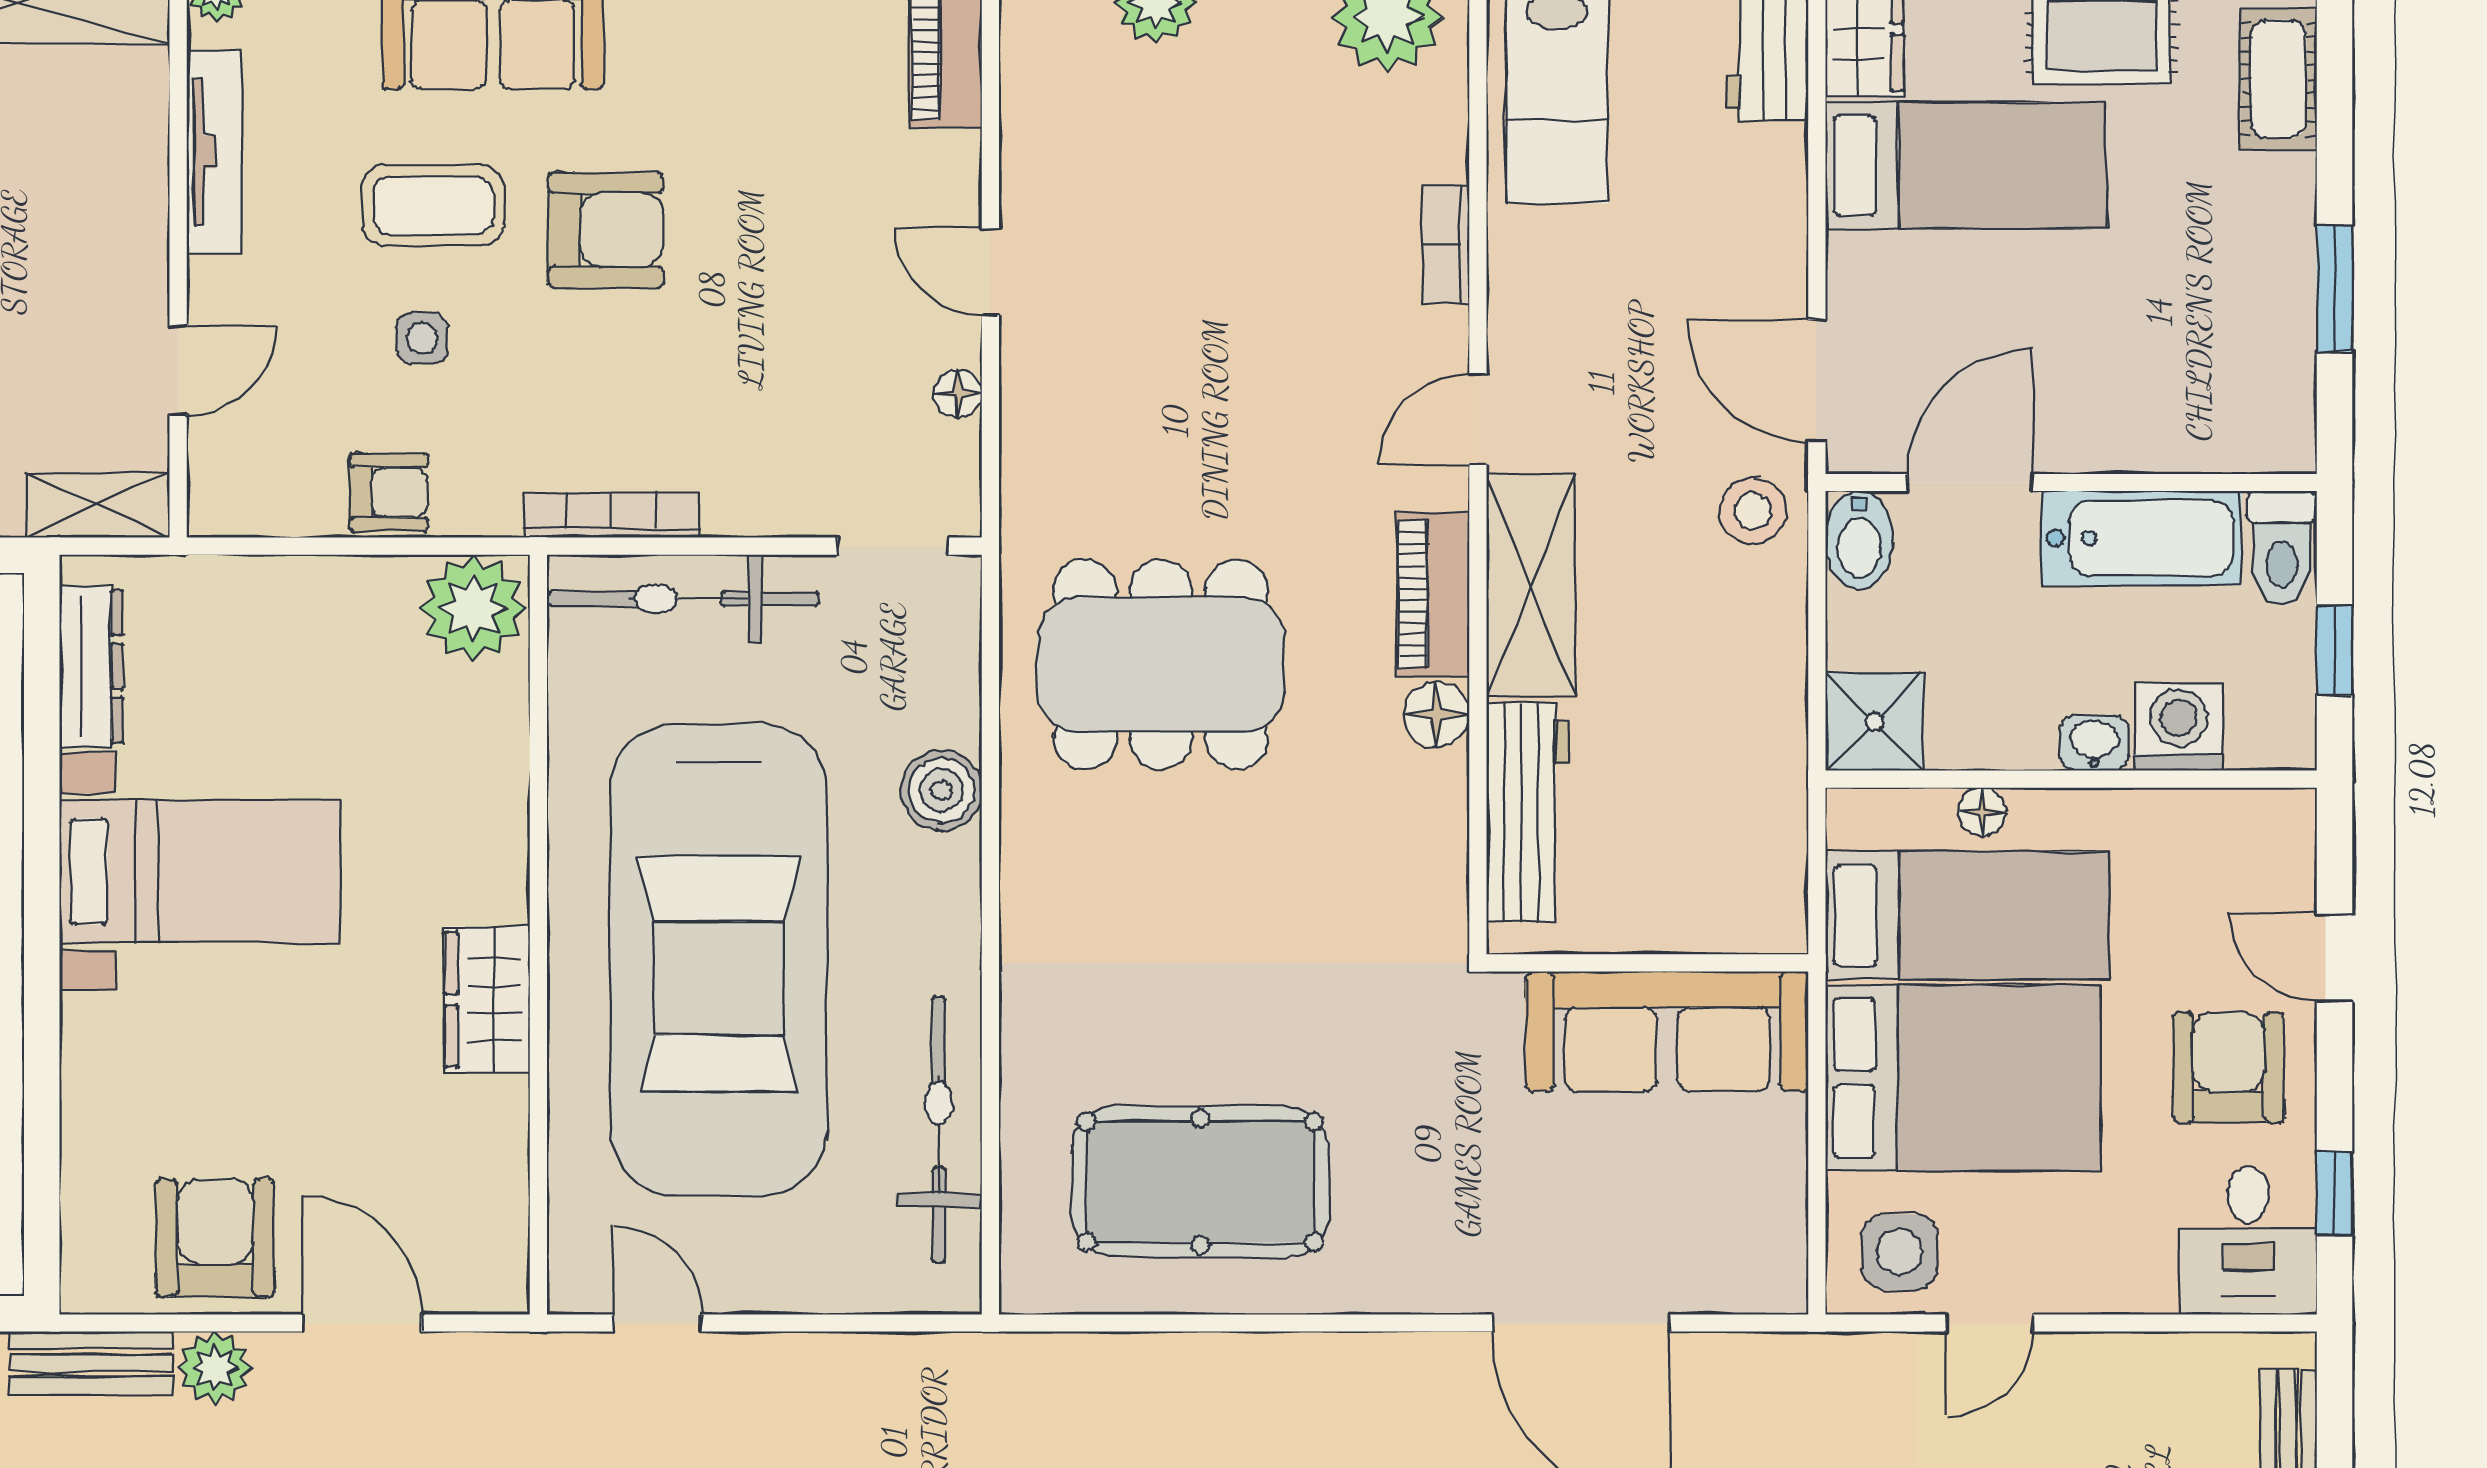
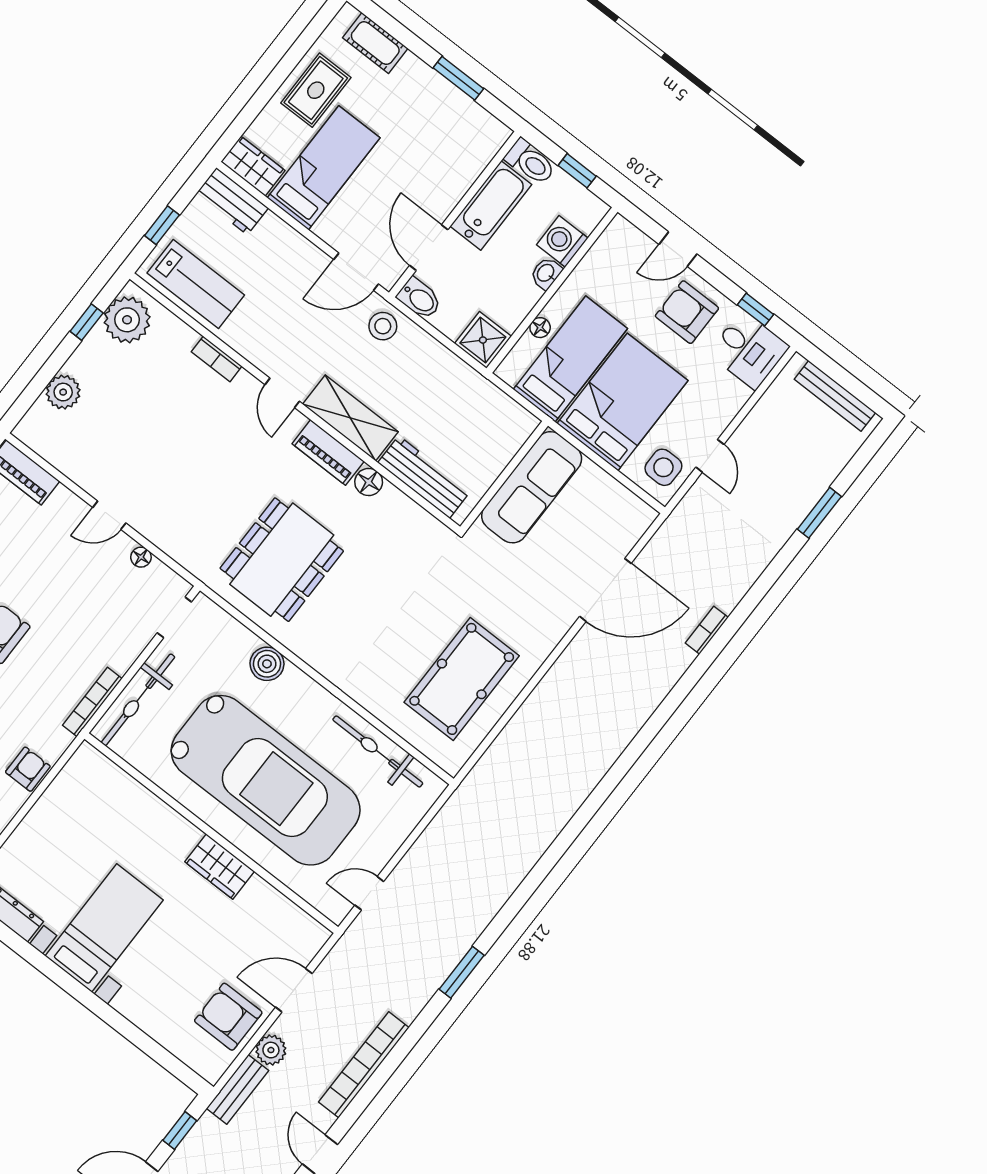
plant: (473, 608) -> (87, 771), removed

